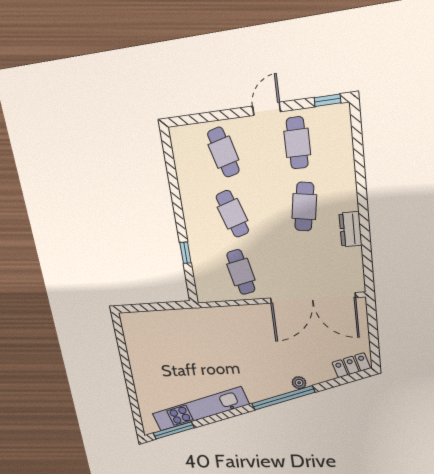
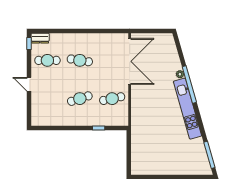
door: (266, 109) -> (29, 84), moved
cafe table: (223, 152) -> (47, 99), removed
dresser: (350, 229) -> (40, 38), moved
locker: (351, 365) -> (170, 44), removed
kitchen unit: (200, 409) -> (187, 109), moved

